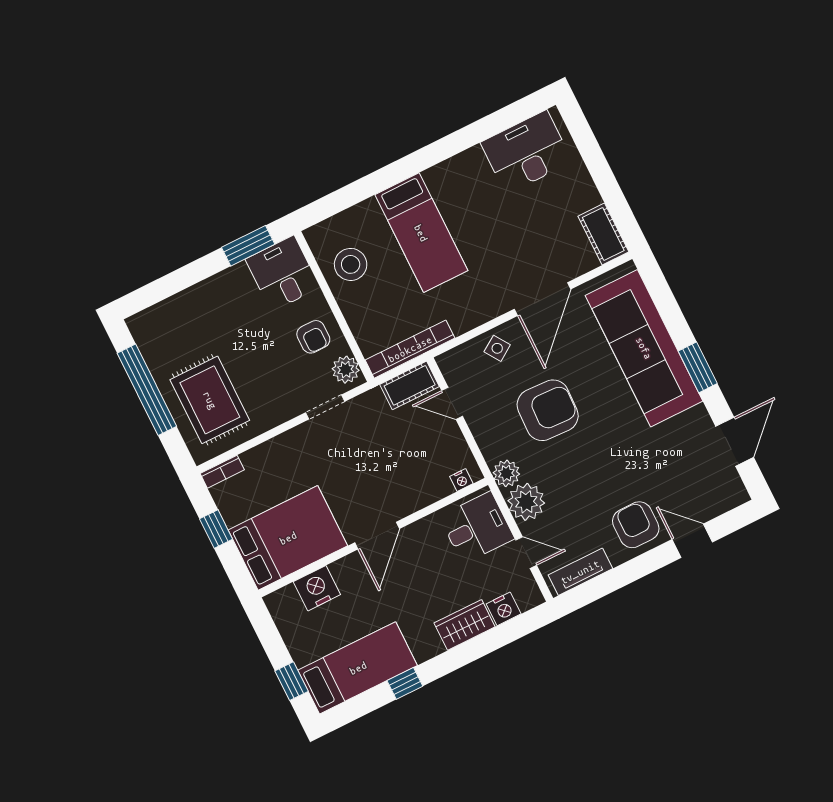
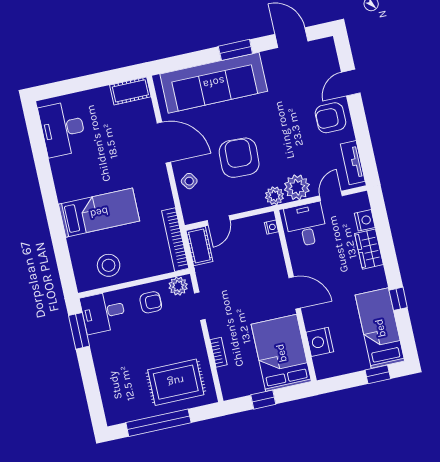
bookcase: (222, 472) -> (219, 352), moved

